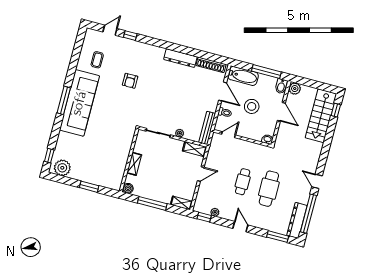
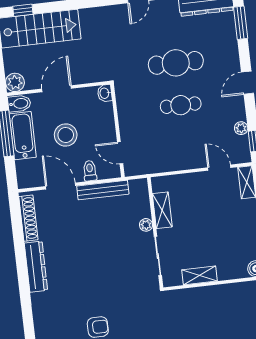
bathtub: (243, 76) -> (23, 136), moved
door: (223, 92) -> (61, 186), hinge flipped
bench: (207, 128) -> (103, 190), moved
shelving: (195, 149) -> (162, 210), moved
shelving: (134, 164) -> (200, 275), moved
door: (201, 174) -> (219, 168), moved

